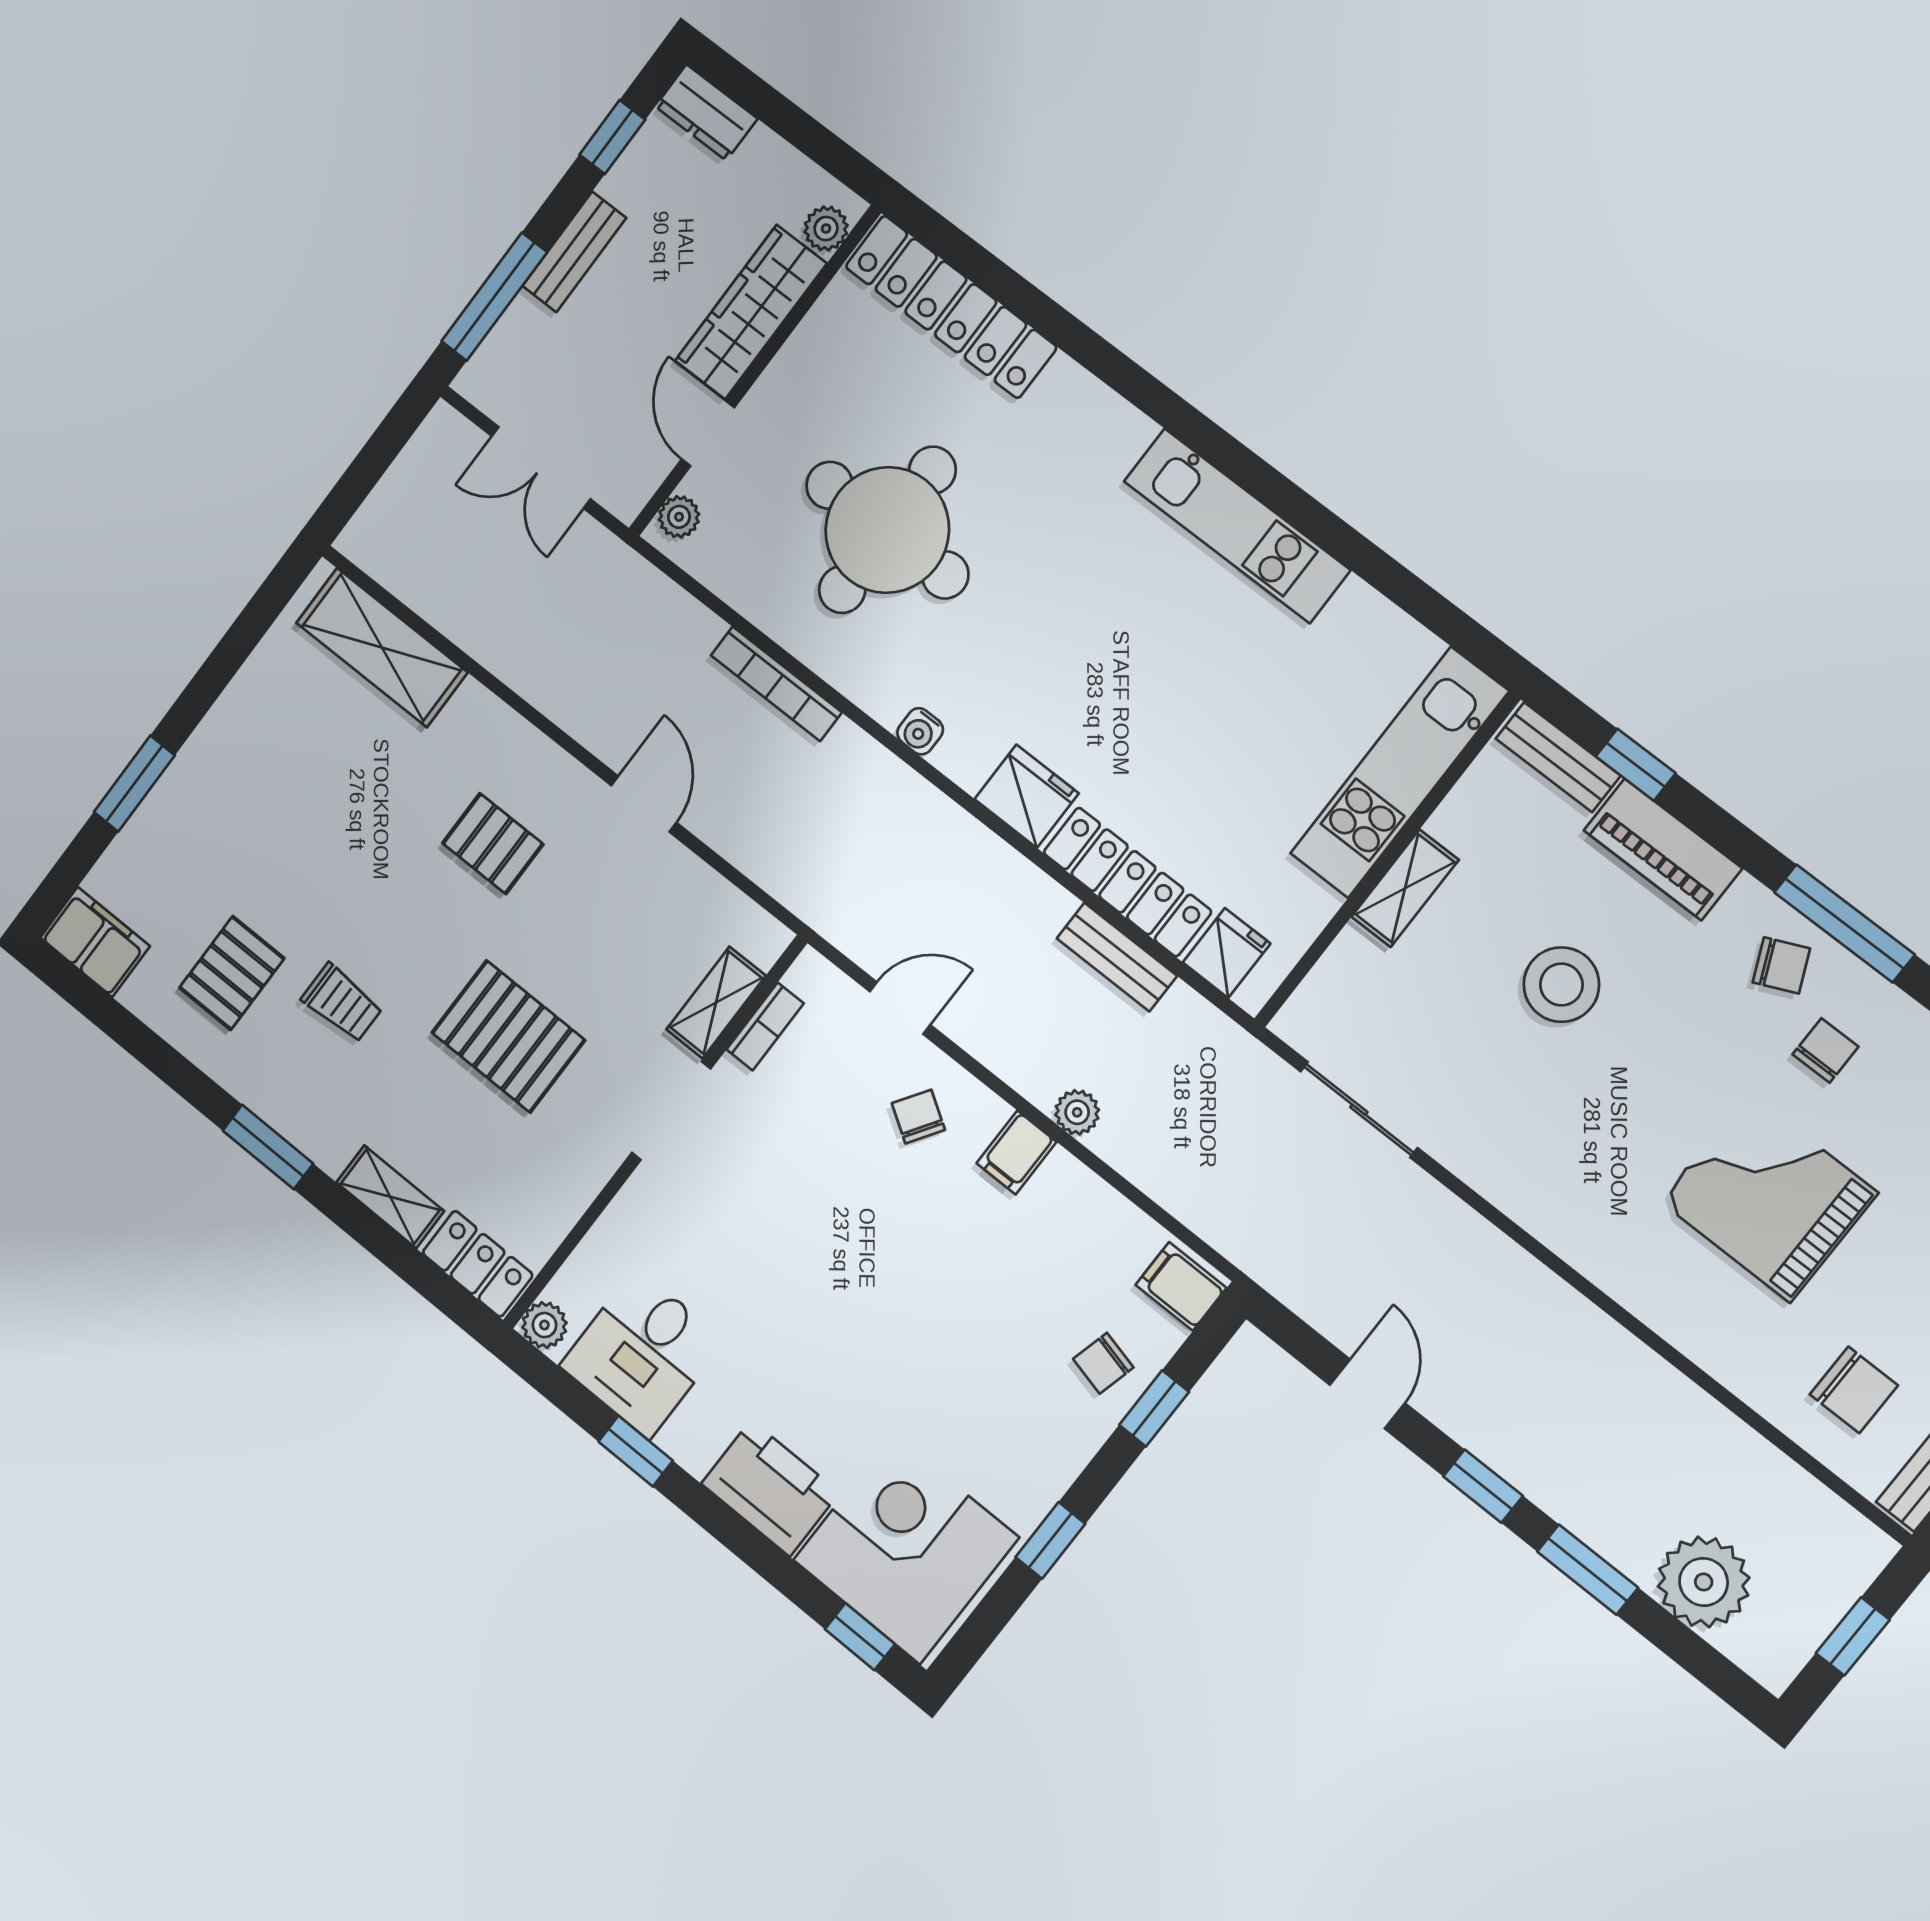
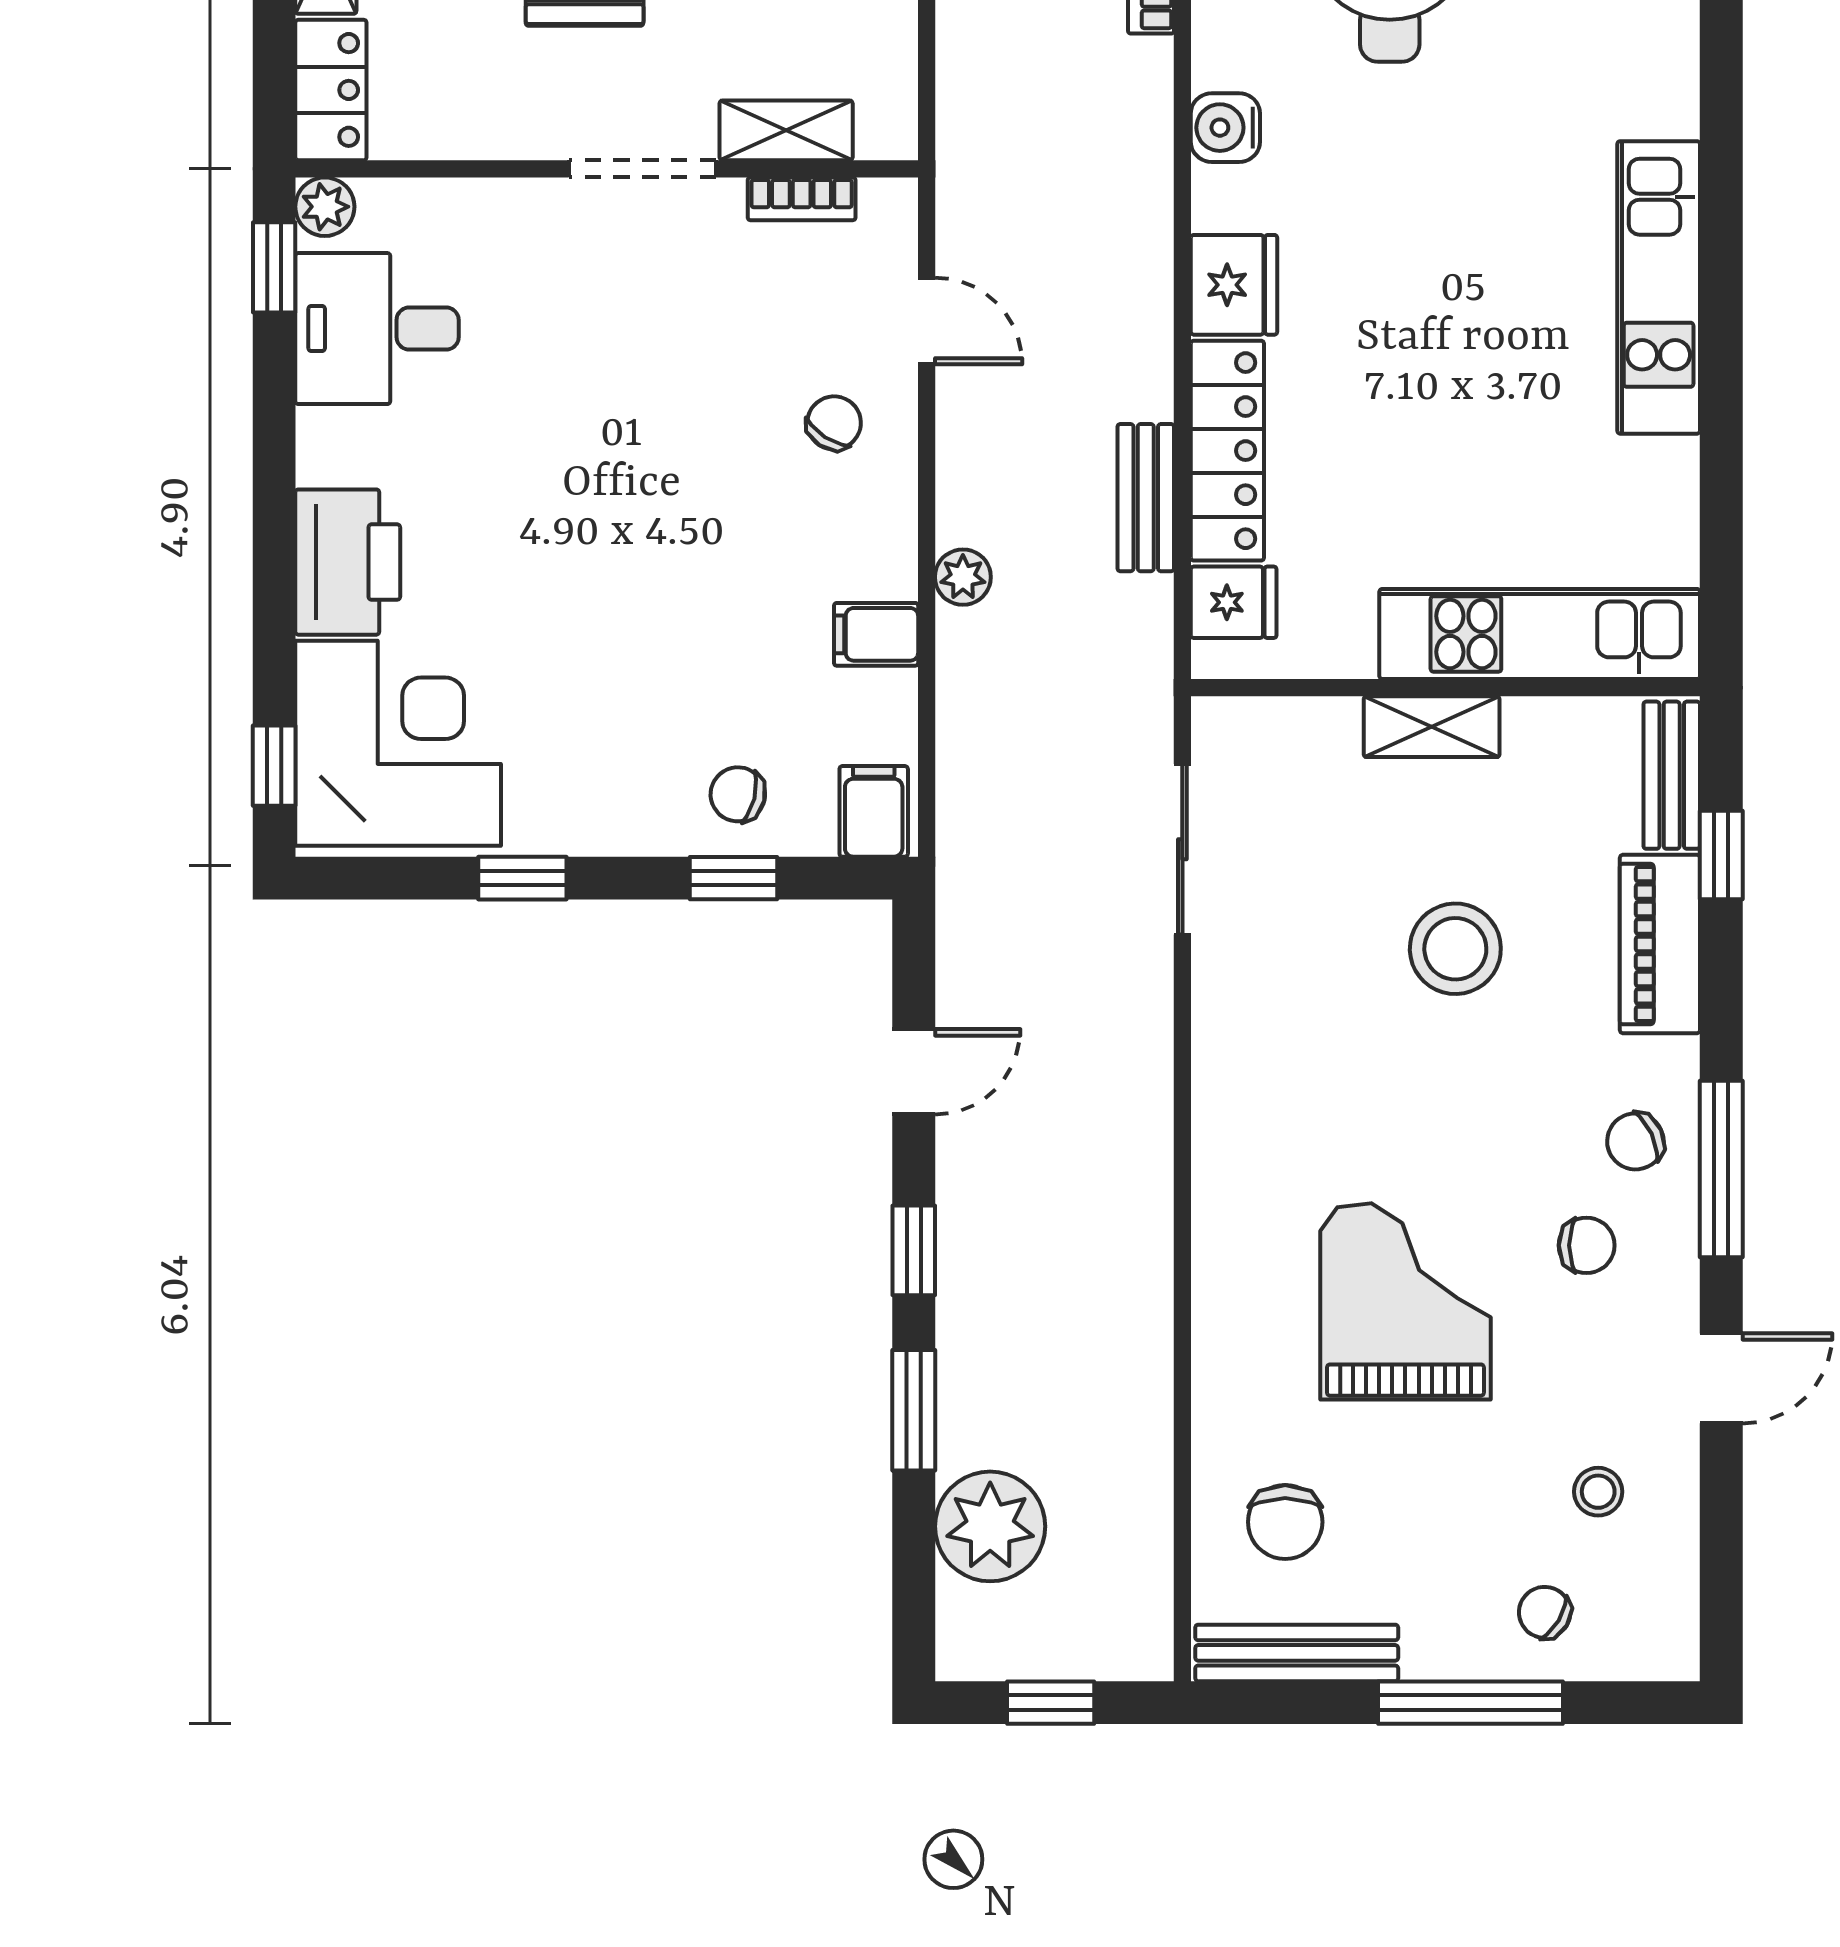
water cooler: (920, 731) -> (1225, 128), width x1.38, depth x1.38
chair: (1781, 965) -> (1635, 1141), turned 89
filing cabinet: (1016, 1152) -> (876, 634), moved
window: (636, 1451) -> (274, 267), moved

